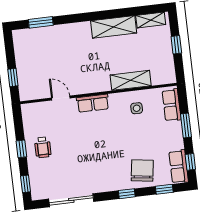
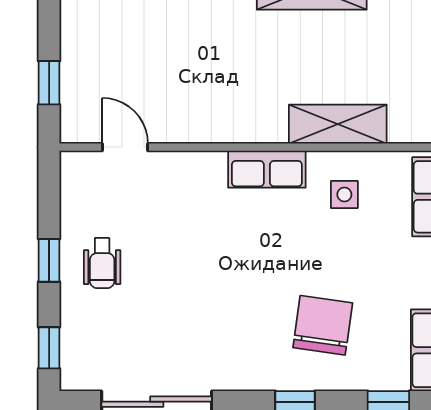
door: (61, 98) -> (125, 147), moved
row of seats: (93, 103) -> (267, 169), moved
chair: (142, 171) -> (323, 325), moved

